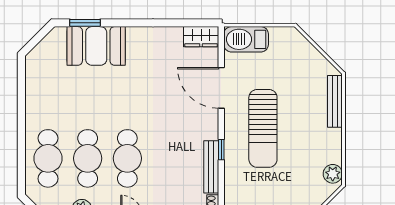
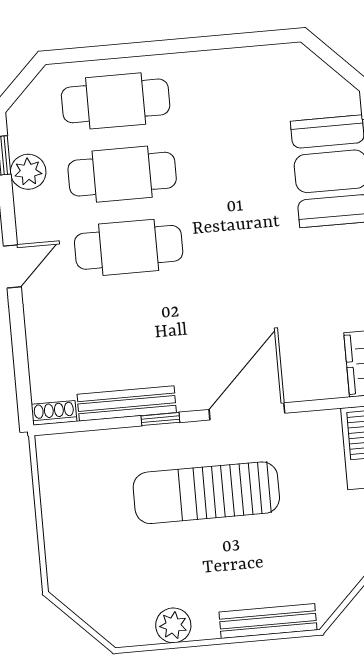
door: (221, 88) -> (247, 411), moved
plant: (333, 174) -> (173, 625), moved

